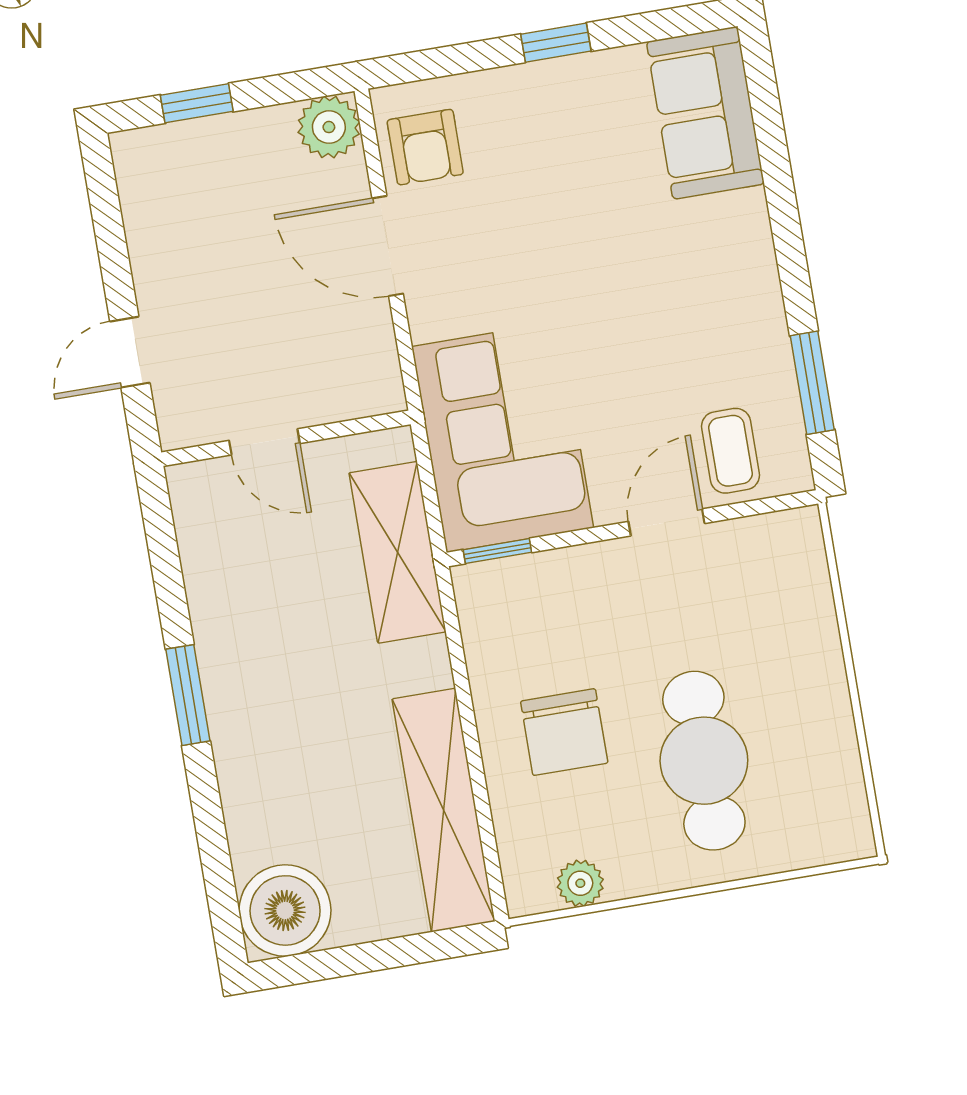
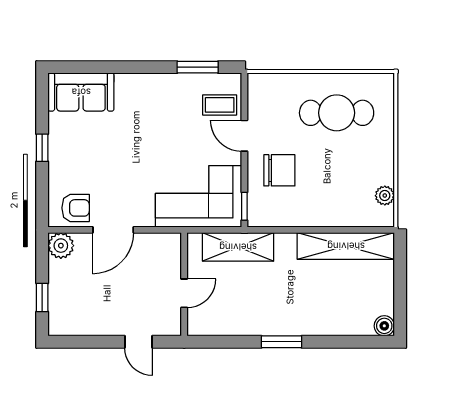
chair: (564, 732) -> (279, 170), moved
cafe table: (704, 761) -> (337, 113), moved
boiler: (285, 910) -> (384, 326), width x0.54, depth x0.54

